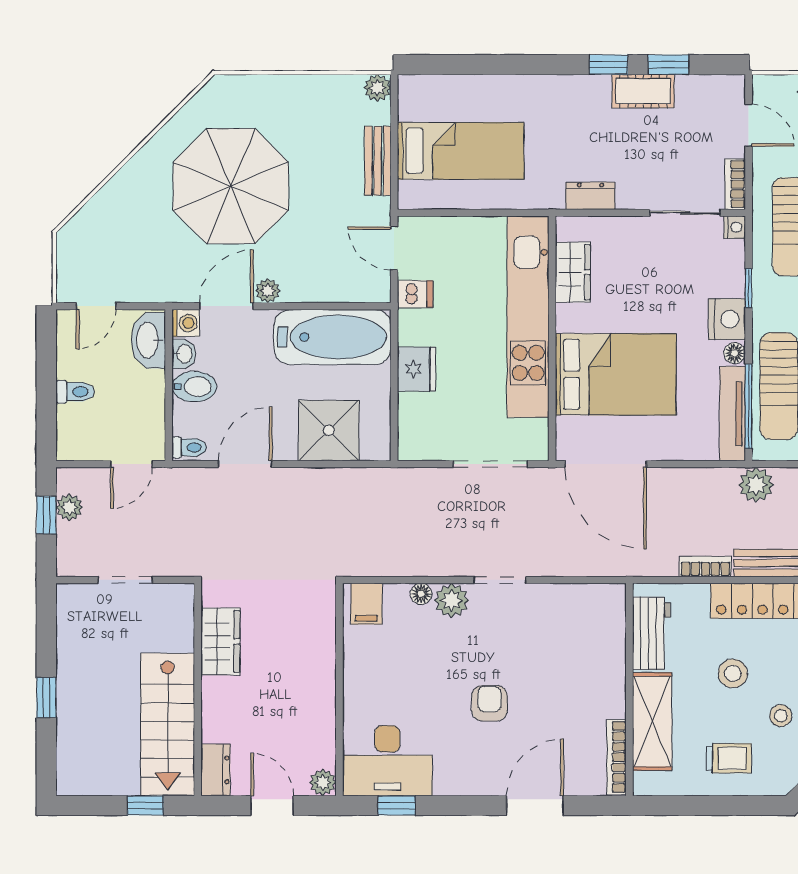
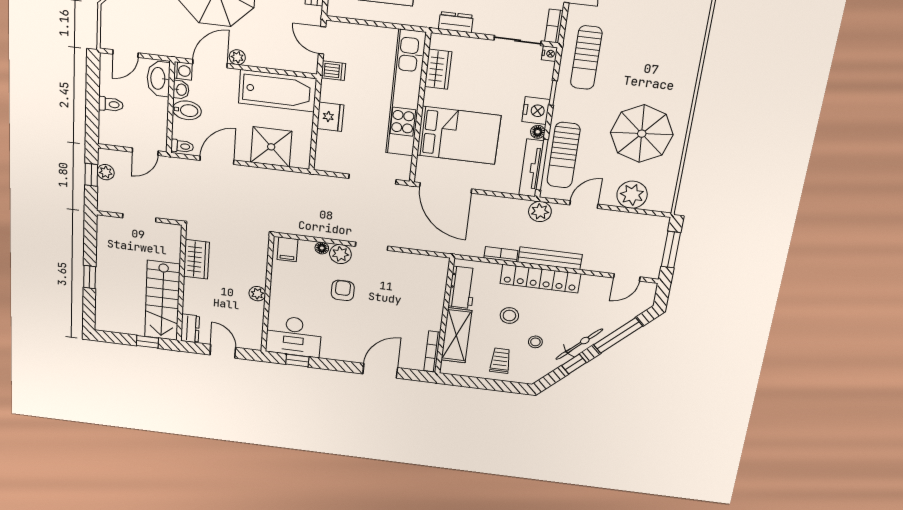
armchair: (489, 703) -> (343, 290), moved
trolley: (729, 758) -> (500, 361), turned -90
plant: (323, 782) -> (257, 294), moved

